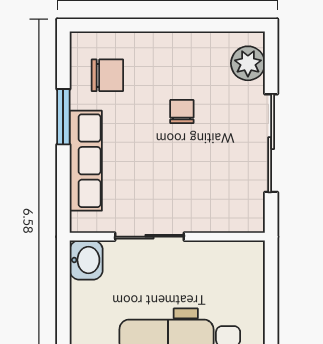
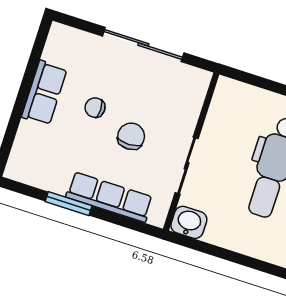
row of seats: (180, 49) -> (44, 93), added
plant: (248, 63) -> (74, 42), removed
chair: (107, 75) -> (131, 136), moved

